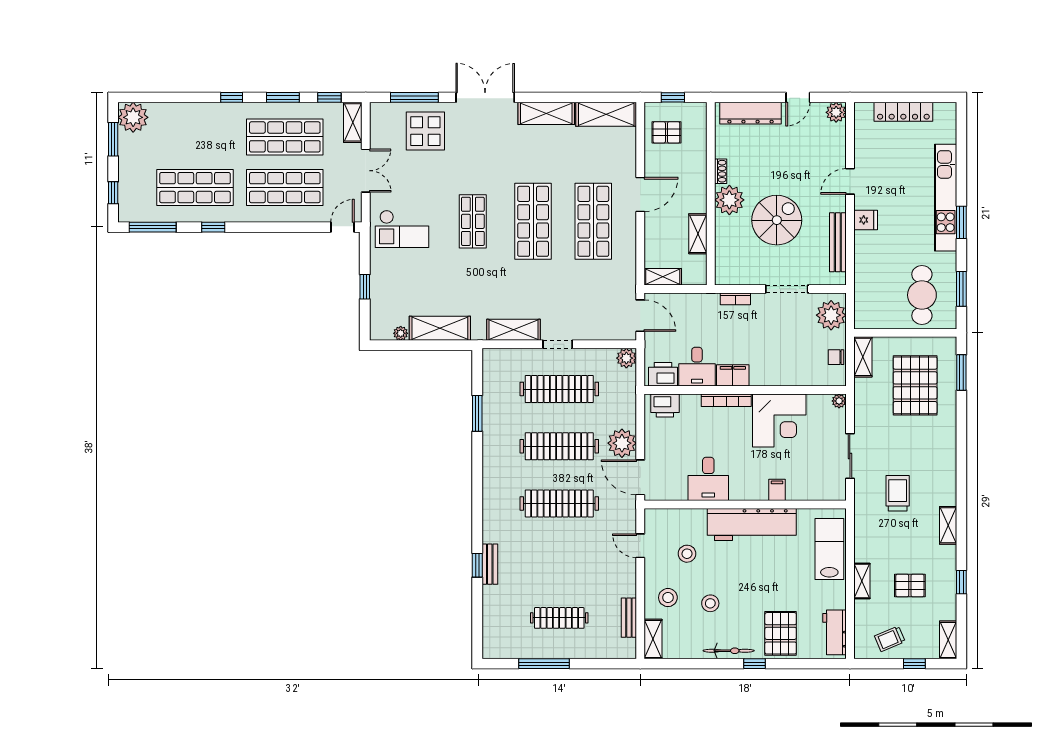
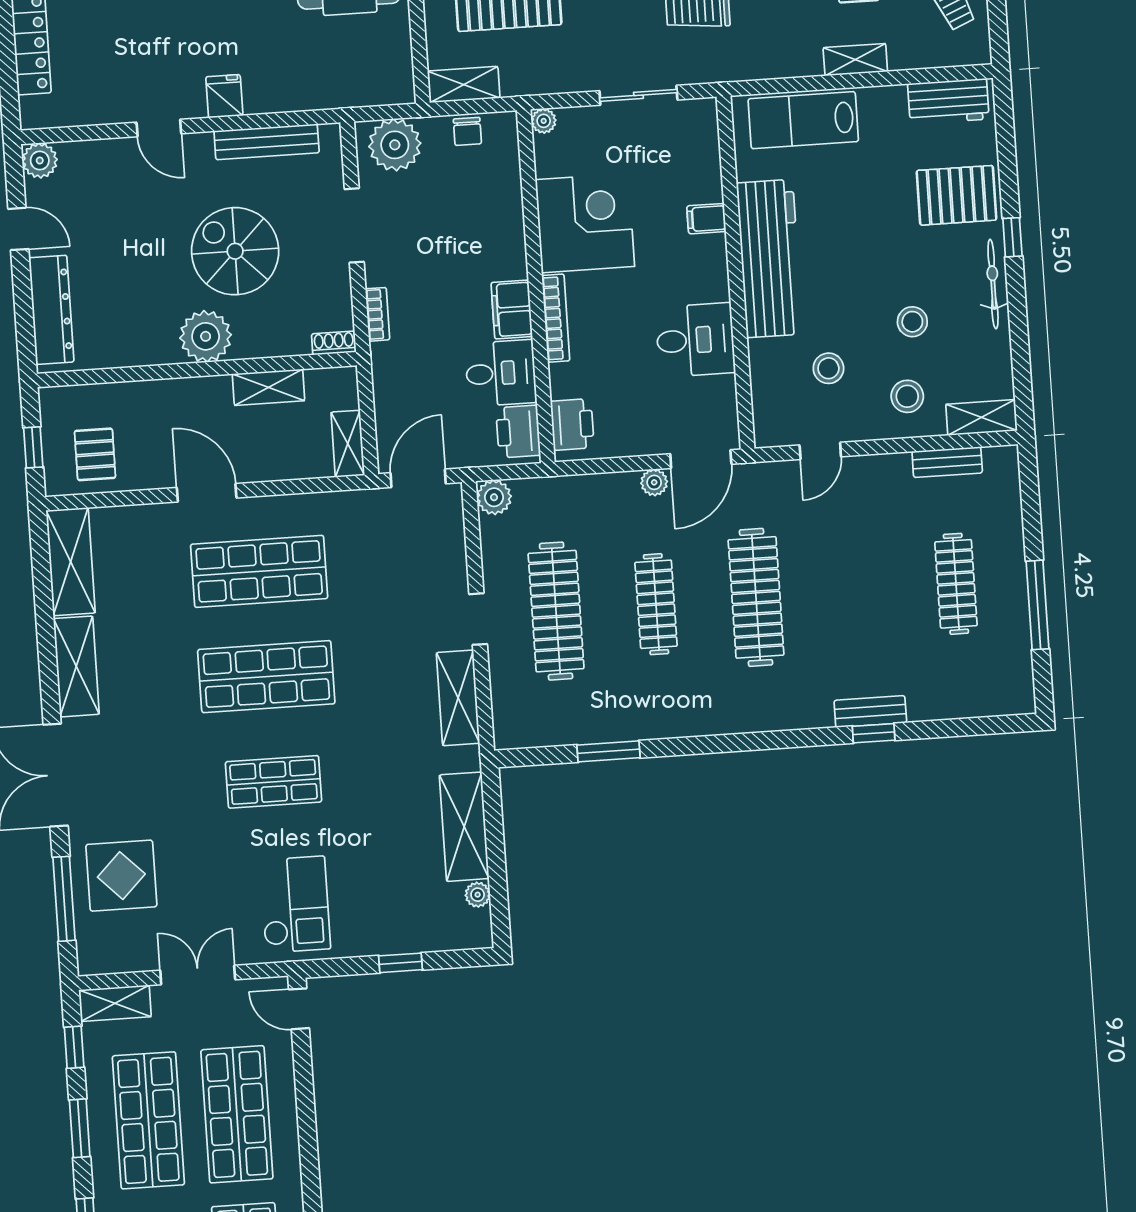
shoe rack: (721, 171) -> (334, 343), moved
plant: (622, 443) -> (654, 482), width x0.53, depth x0.53
clothes rail: (559, 446) -> (656, 604), width x0.73, depth x0.76

